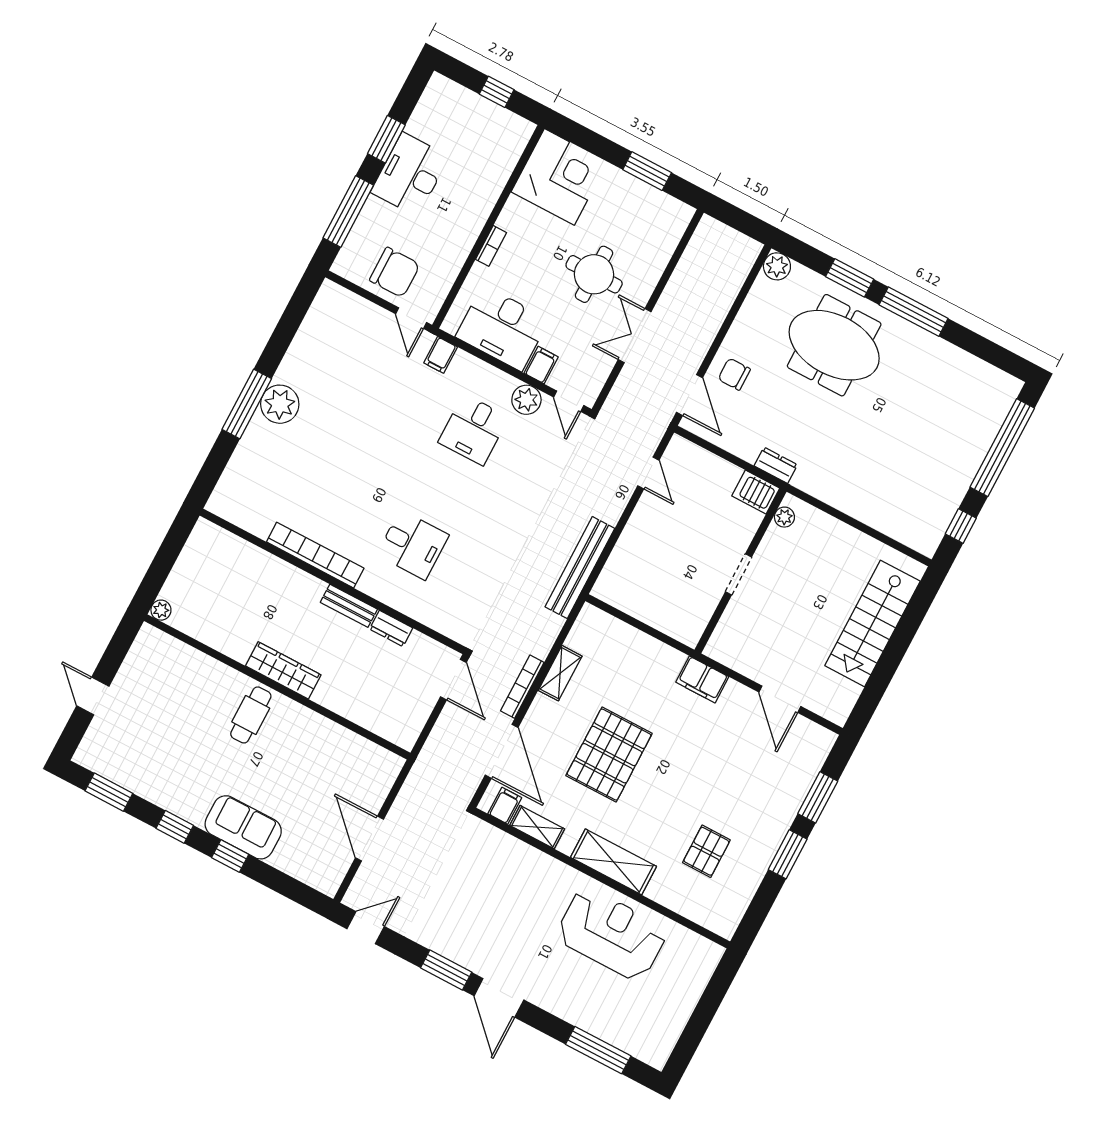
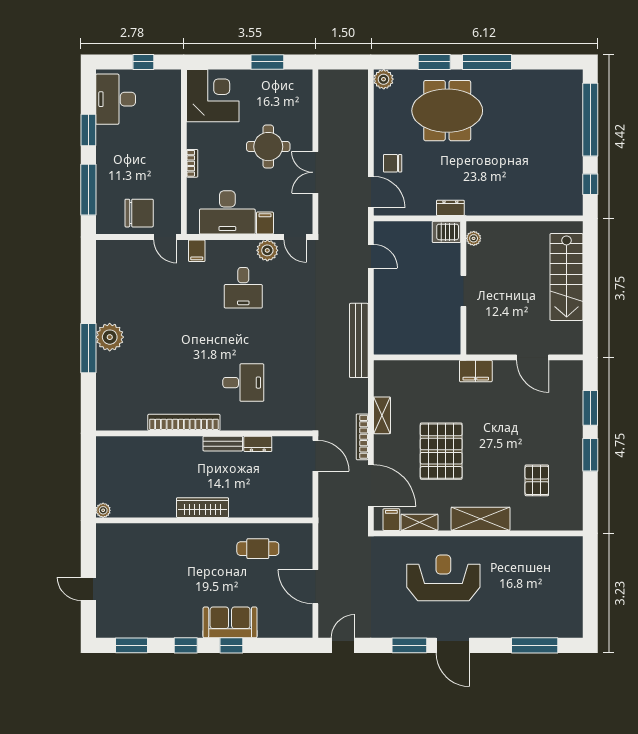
desk: (410, 174) -> (116, 99), moved
cafe table: (251, 715) -> (258, 549), moved, turned 90
reception desk: (612, 934) -> (443, 578), moved

